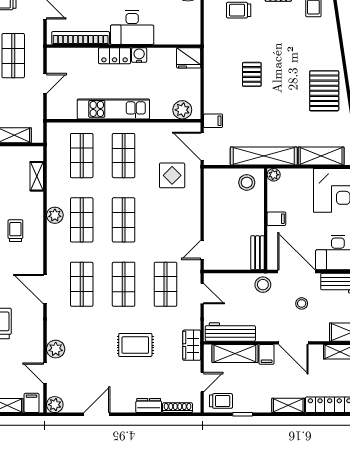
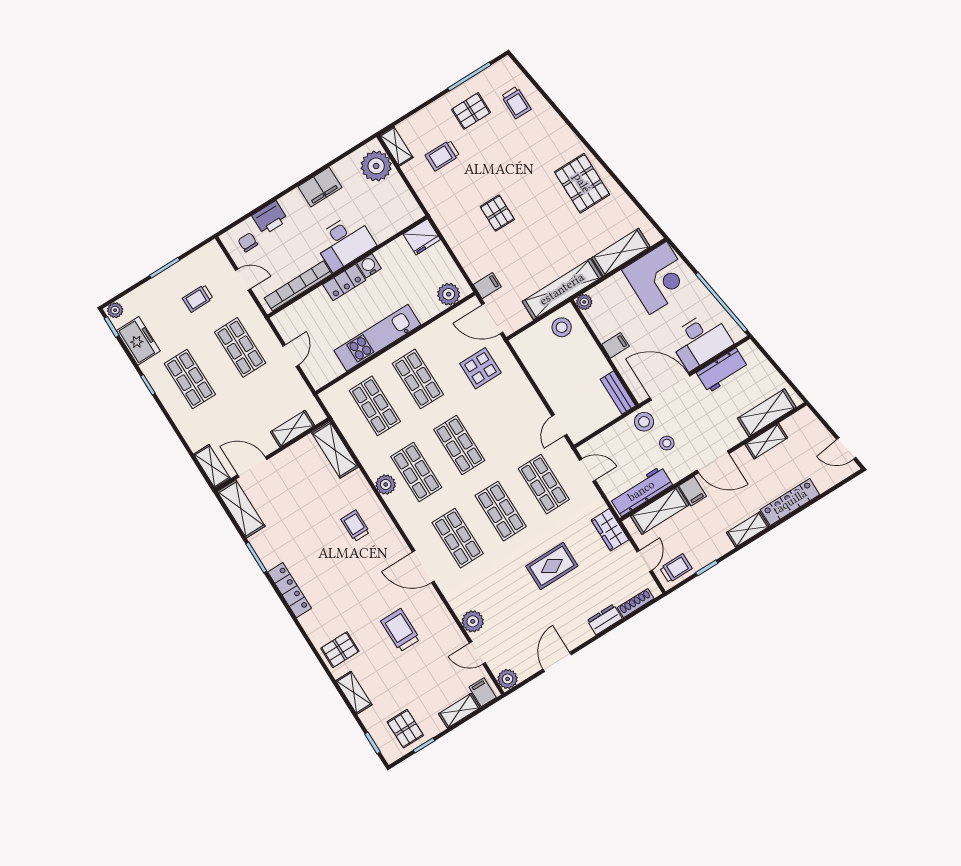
shelving: (37, 176) -> (335, 450), width x1.50, depth x1.33
stool: (302, 303) -> (667, 443), moved

